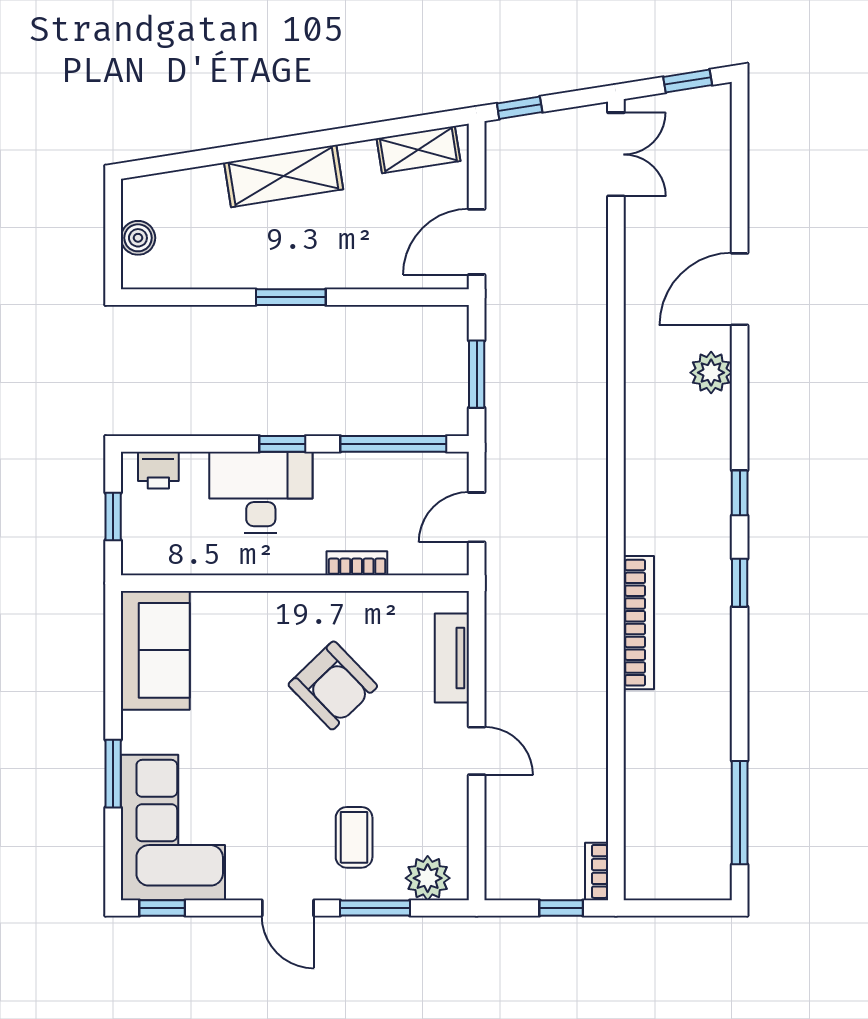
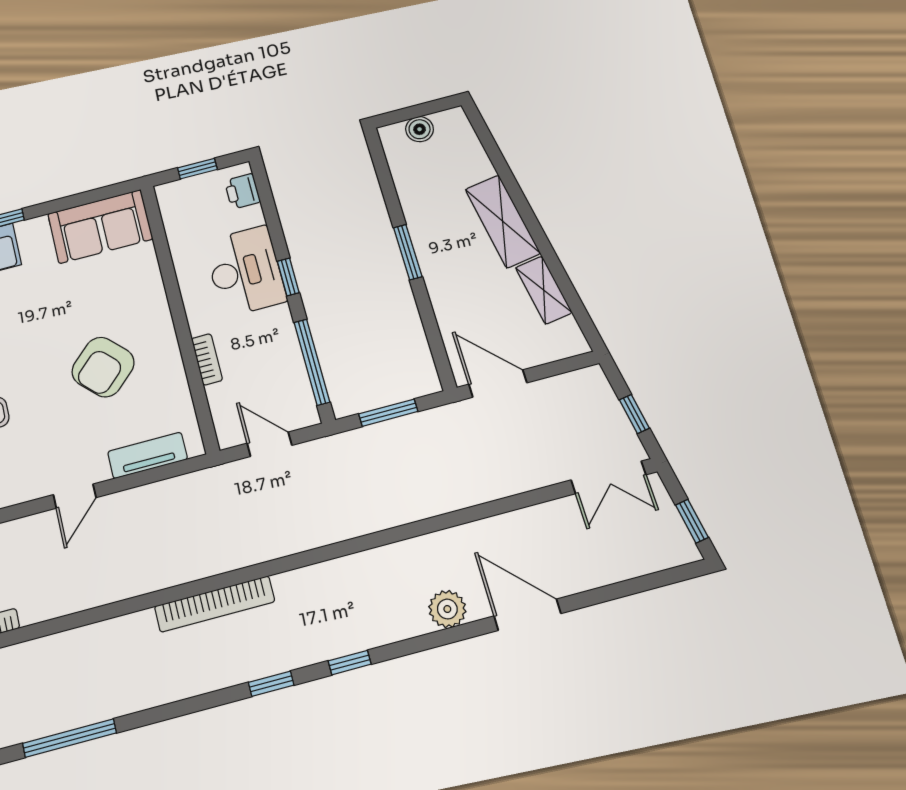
window: (520, 108) -> (634, 414), moved
shelving: (418, 150) -> (544, 290), moved

